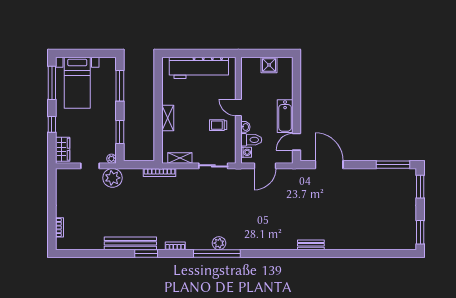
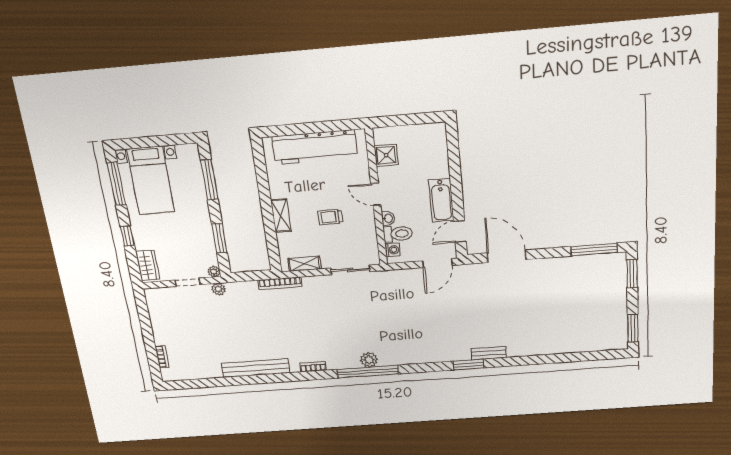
shower: (269, 65) -> (386, 155), moved
trolley: (218, 125) -> (330, 217), moved
door: (265, 166) -> (437, 263), moved
plant: (112, 178) -> (218, 289), width x0.53, depth x0.53
window: (146, 254) -> (468, 365), moved

